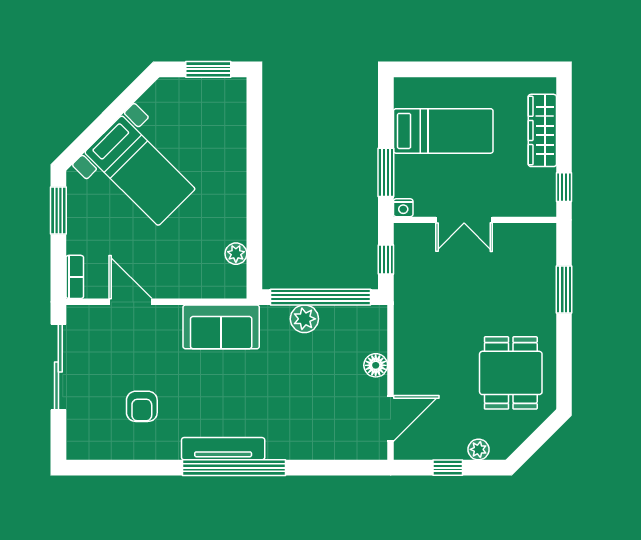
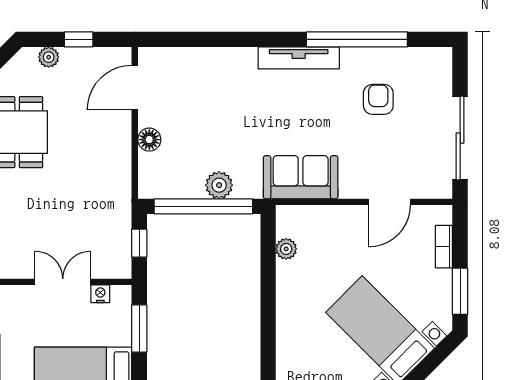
nightstand: (403, 208) -> (100, 294), moved
bookcase: (75, 277) -> (444, 247), moved
door: (130, 302) -> (389, 202), hinge flipped
window: (234, 468) -> (357, 39), moved

